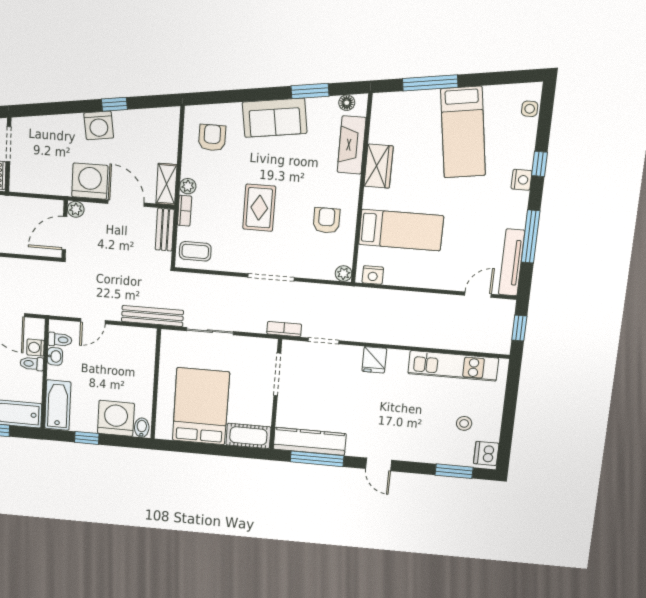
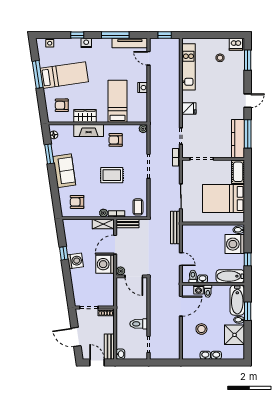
window: (430, 83) -> (38, 74), moved
armchair: (404, 123) -> (62, 105), added
fireplace: (352, 145) -> (89, 130), moved
nightstand: (373, 275) -> (143, 88), moved

